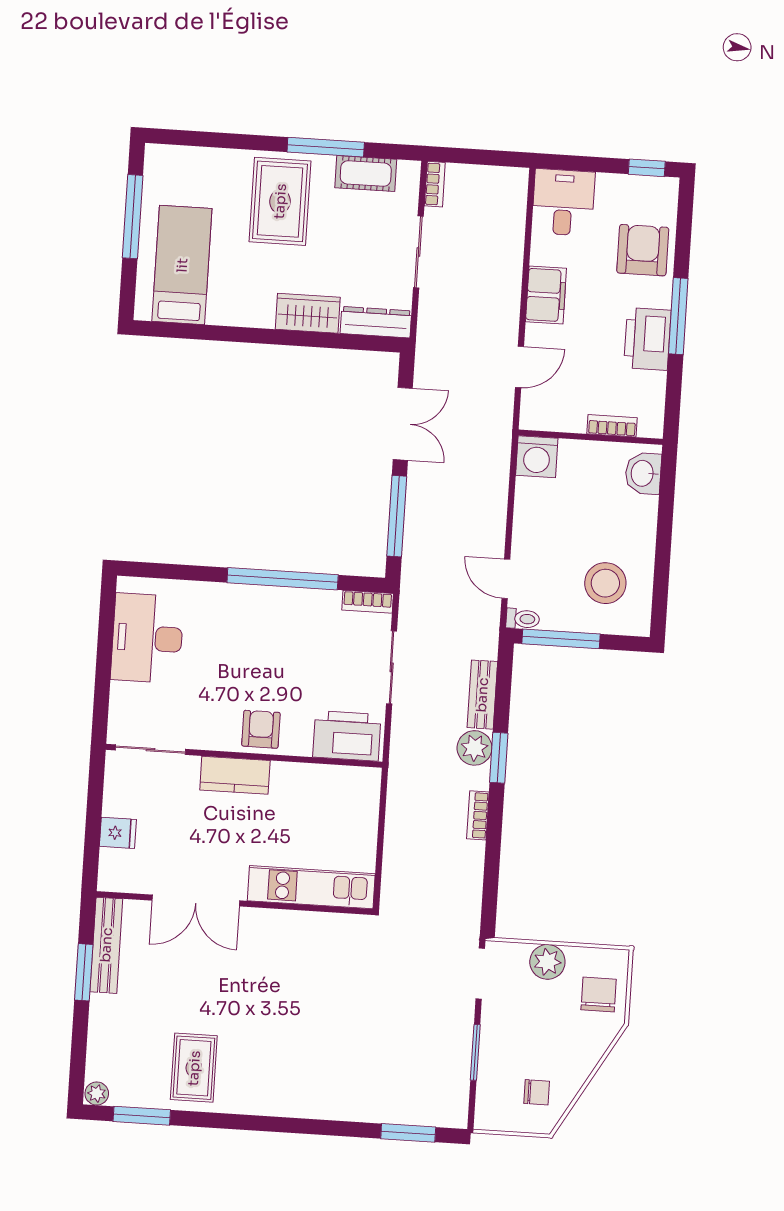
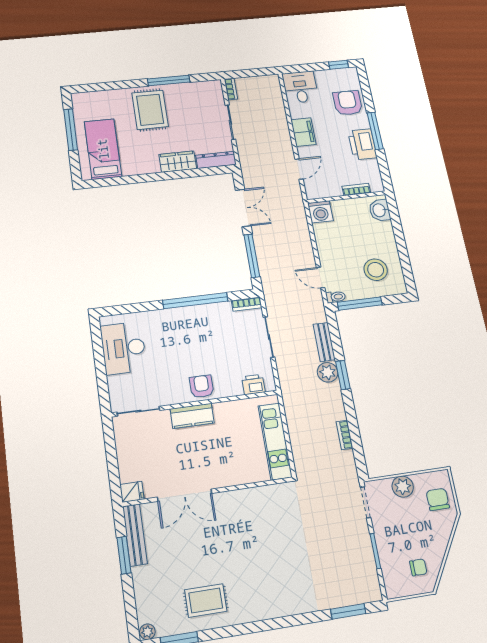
cot: (366, 174) -> (193, 90), removed
printer: (347, 736) -> (253, 384), width x0.53, depth x0.68
bookcase: (478, 815) -> (344, 435), moved
fridge: (118, 833) -> (132, 492), moved
kitchen unit: (311, 887) -> (275, 441), moved, turned -90
rug: (194, 1068) -> (206, 600), turned 90

